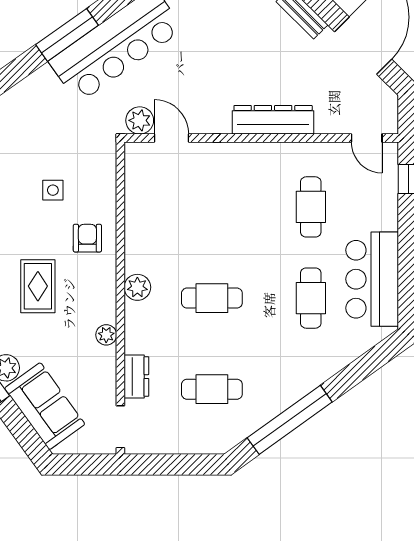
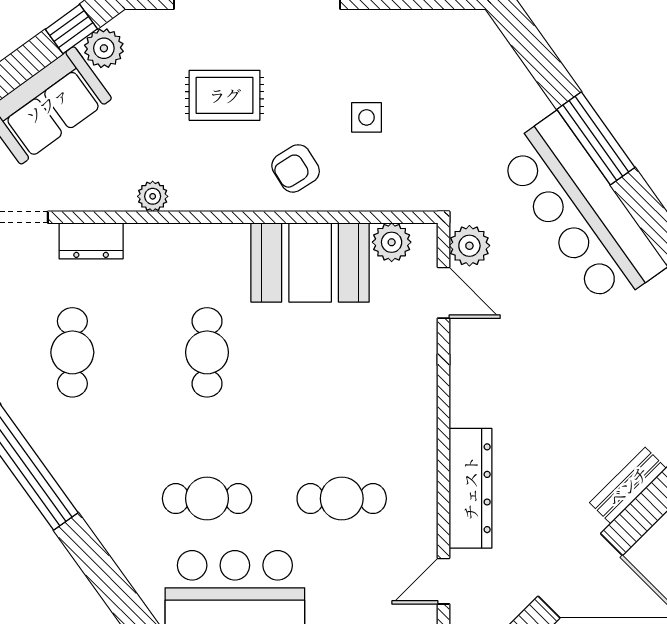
dresser: (273, 120) -> (470, 488), moved
door: (172, 138) -> (443, 293), hinge flipped
booth: (151, 228) -> (310, 262), added
armchair: (87, 238) -> (296, 168), turned 148
plant: (137, 287) -> (392, 242), moved

